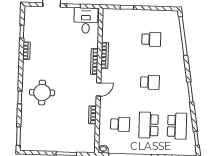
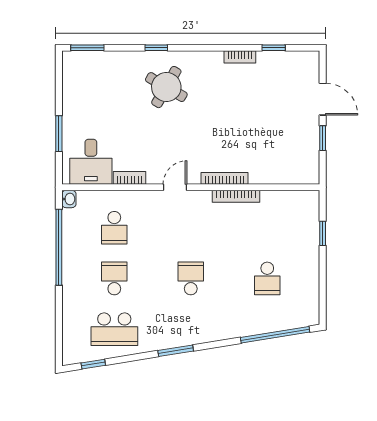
desk: (86, 20) -> (91, 162), moved, turned 90
school desk: (150, 82) -> (191, 278), turned 180
door: (98, 89) -> (175, 187), swing flipped
round table: (42, 93) -> (166, 87), turned 30
school desk: (149, 125) -> (114, 278), width x0.54

